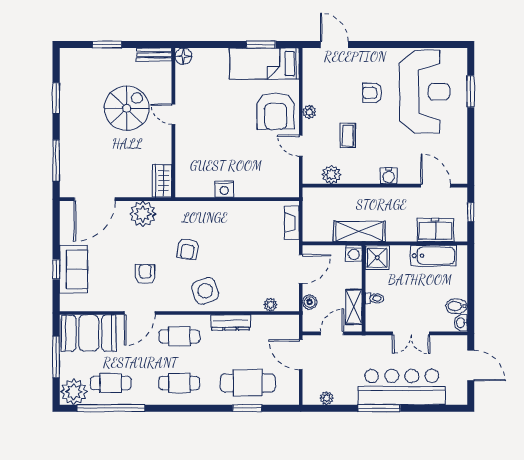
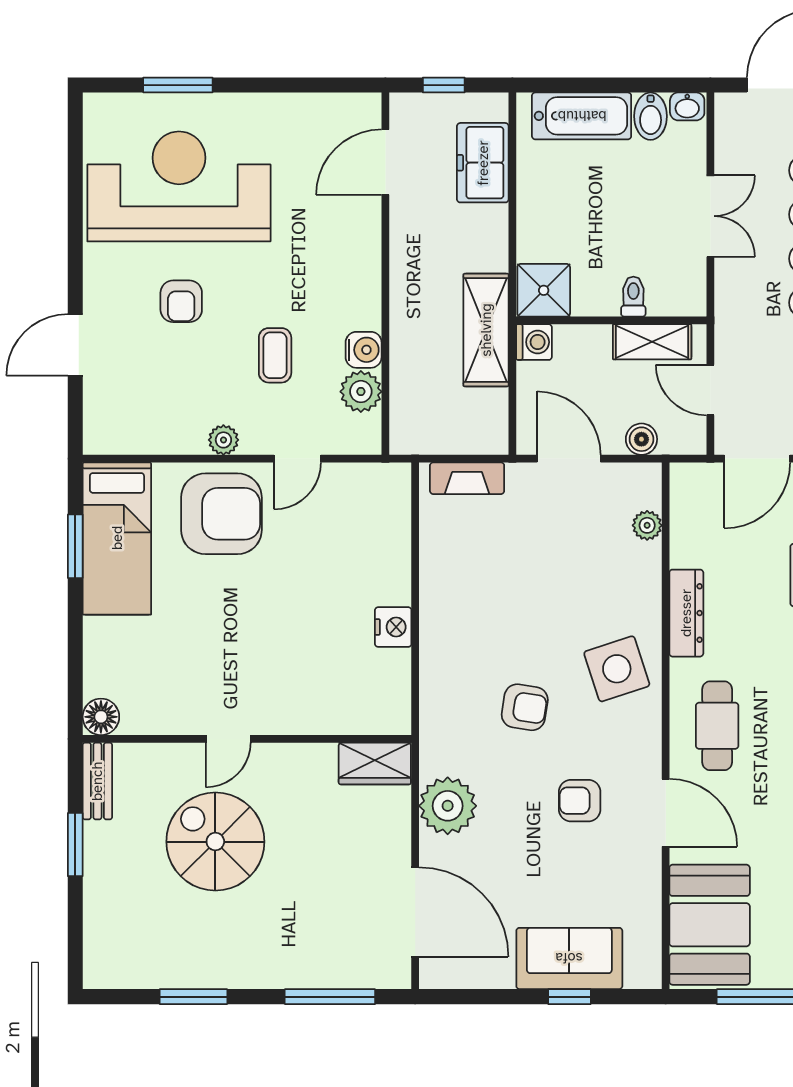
window: (107, 45) -> (75, 845), moved
door: (334, 45) -> (75, 345), moved
coffee table: (348, 135) -> (275, 355), turned 90
water cooler: (389, 176) -> (364, 350), moved
bathtub: (434, 256) -> (582, 116), moved, turned 90

